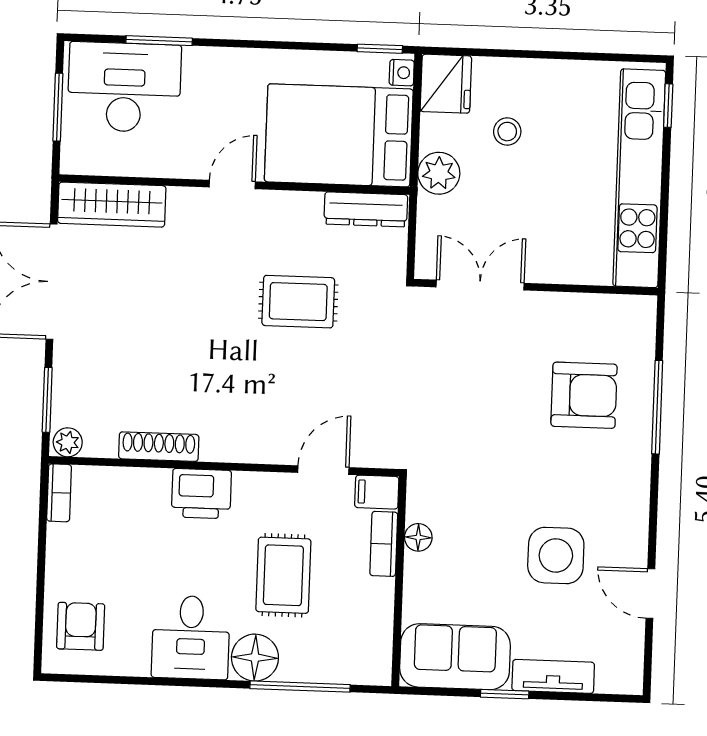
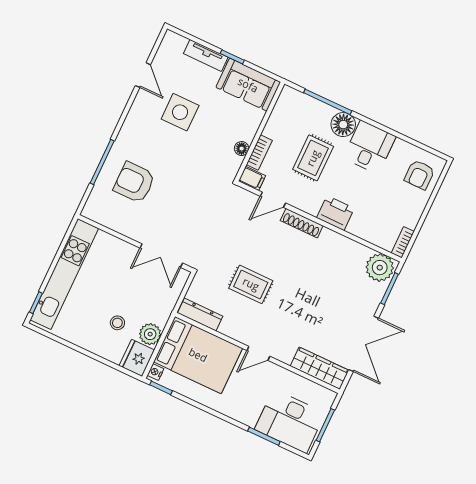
plant: (439, 173) -> (150, 334), moved
plant: (68, 442) -> (380, 268), width x1.88, depth x1.88
shoe rack: (159, 447) -> (302, 223), moved

